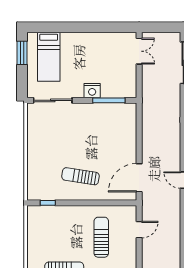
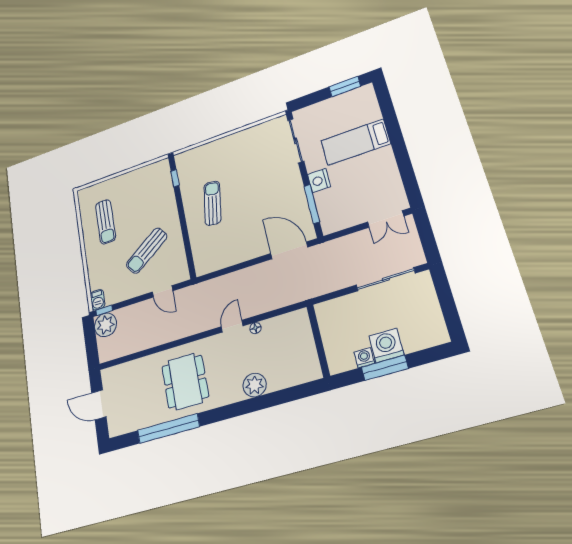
bed: (49, 57) -> (356, 142), moved
door: (139, 178) -> (289, 250), moved
sun lounger: (101, 237) -> (147, 251), turned 144

